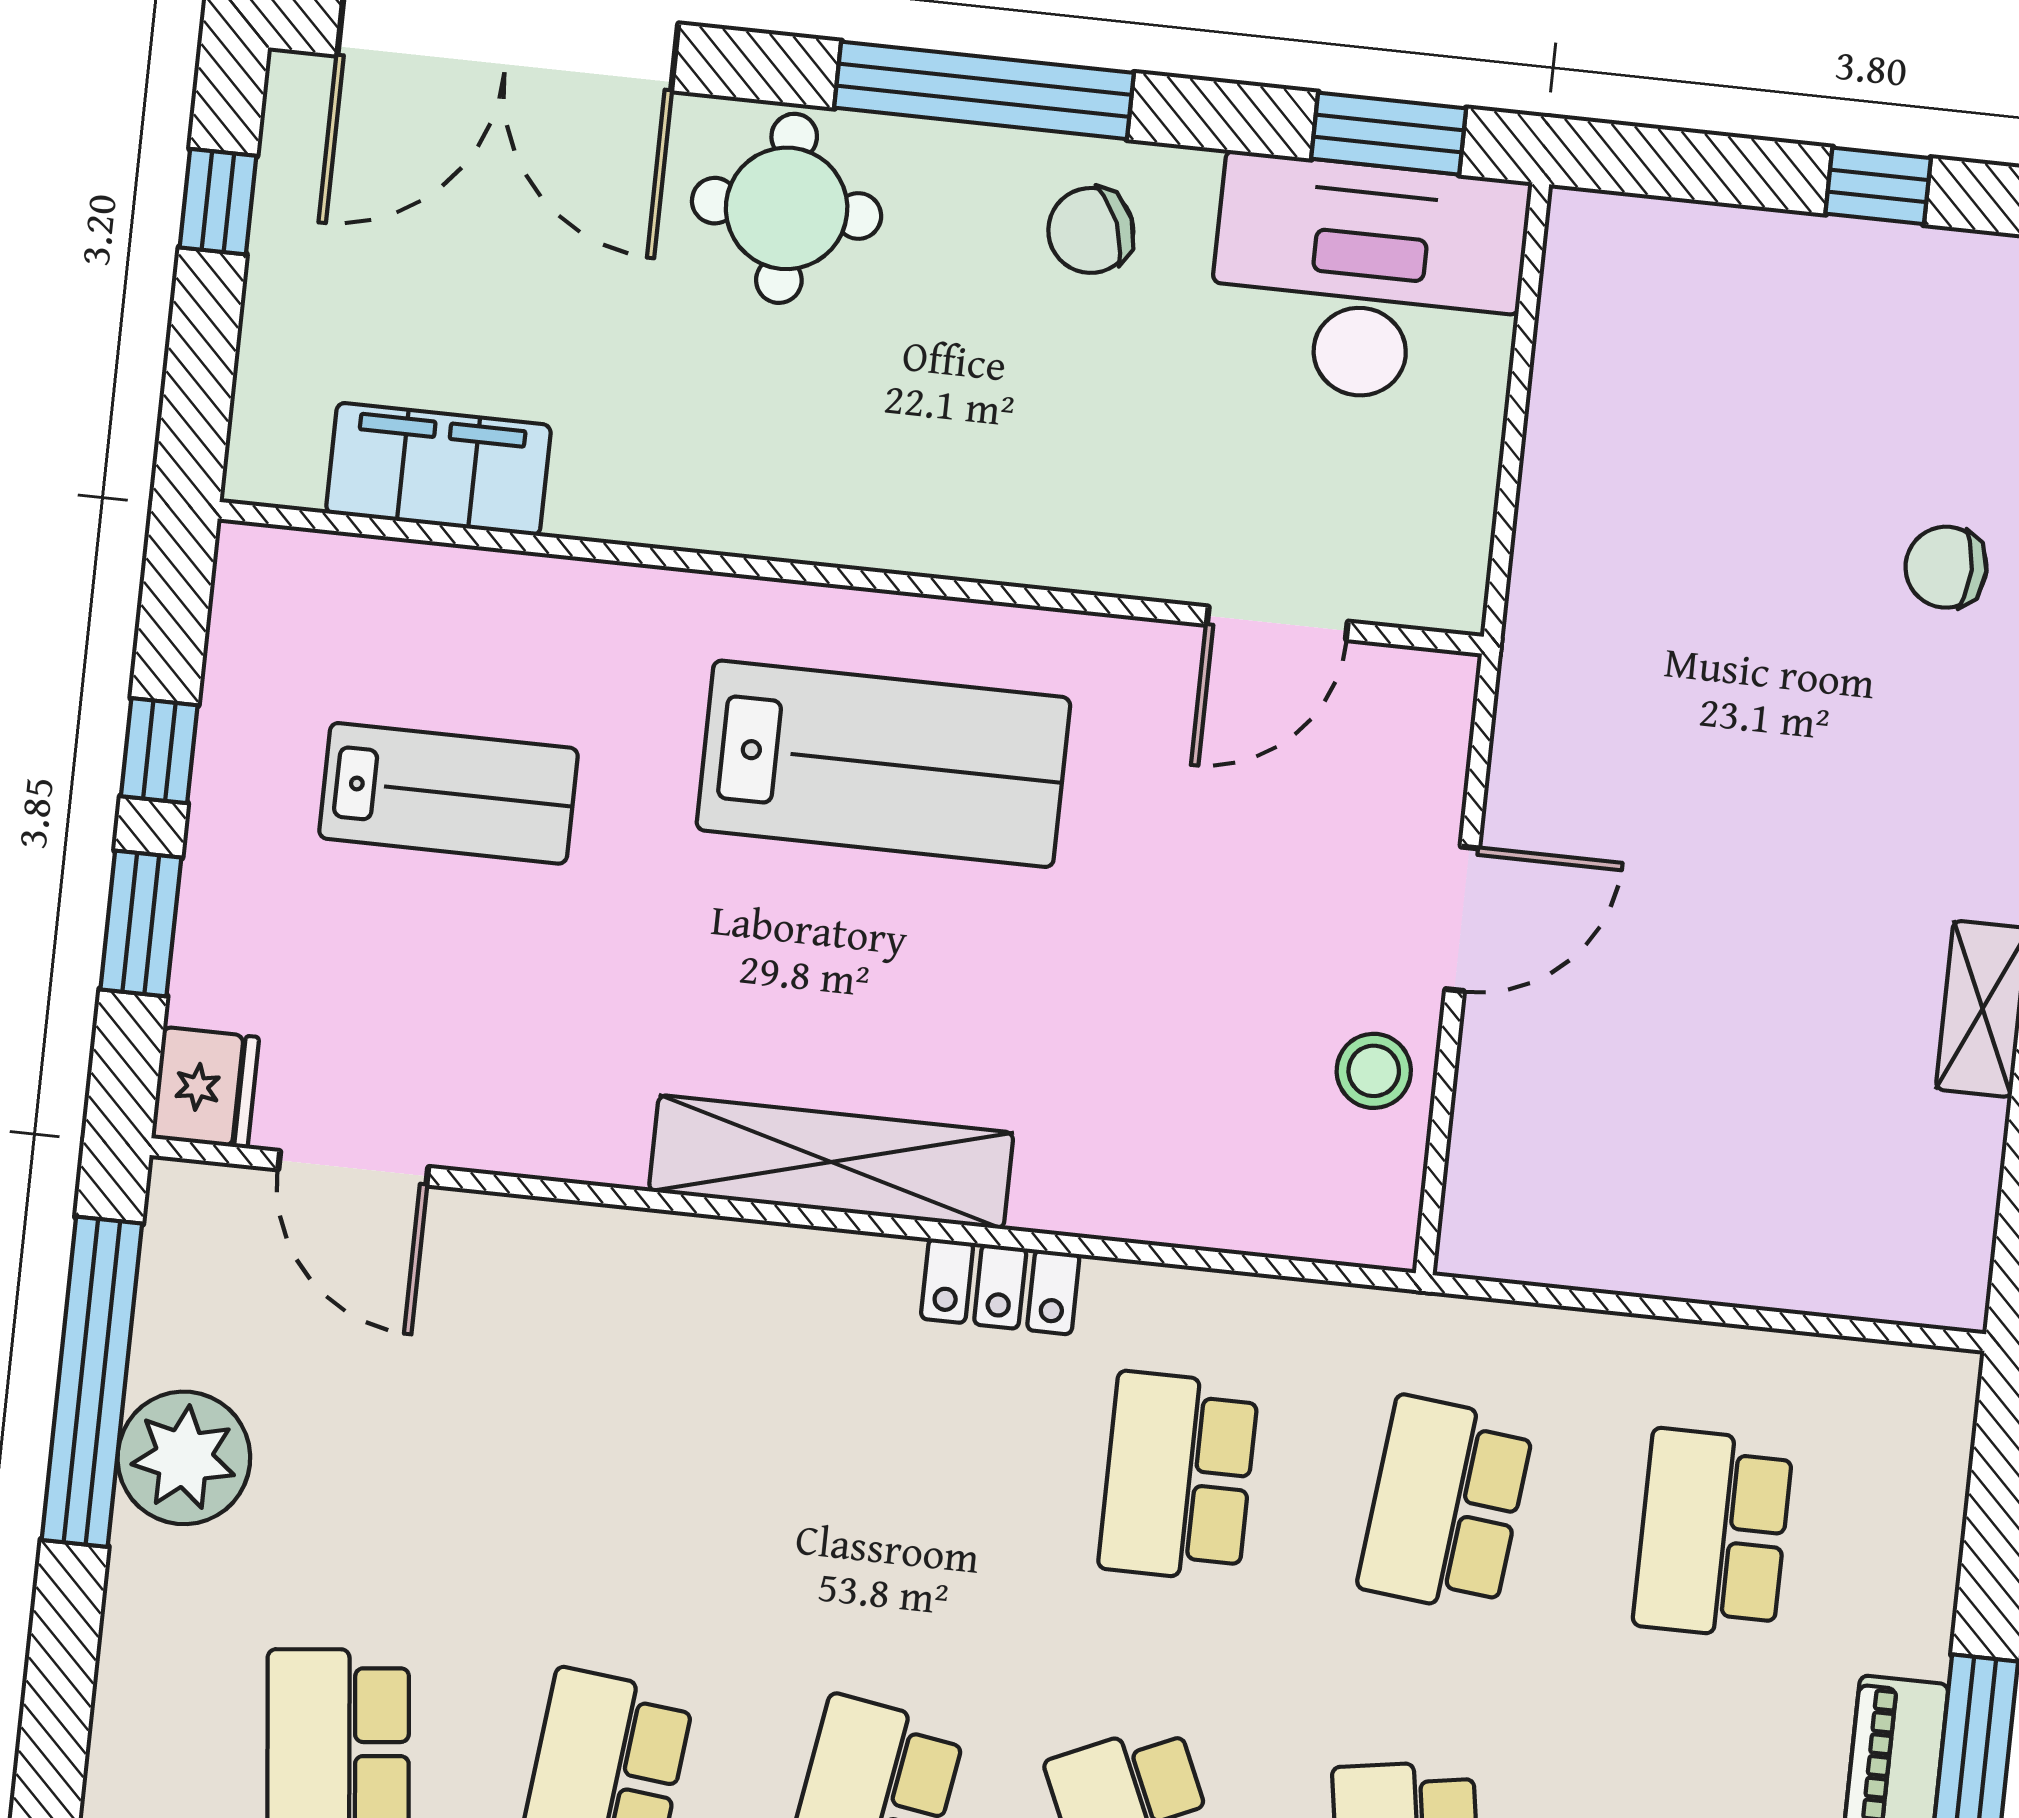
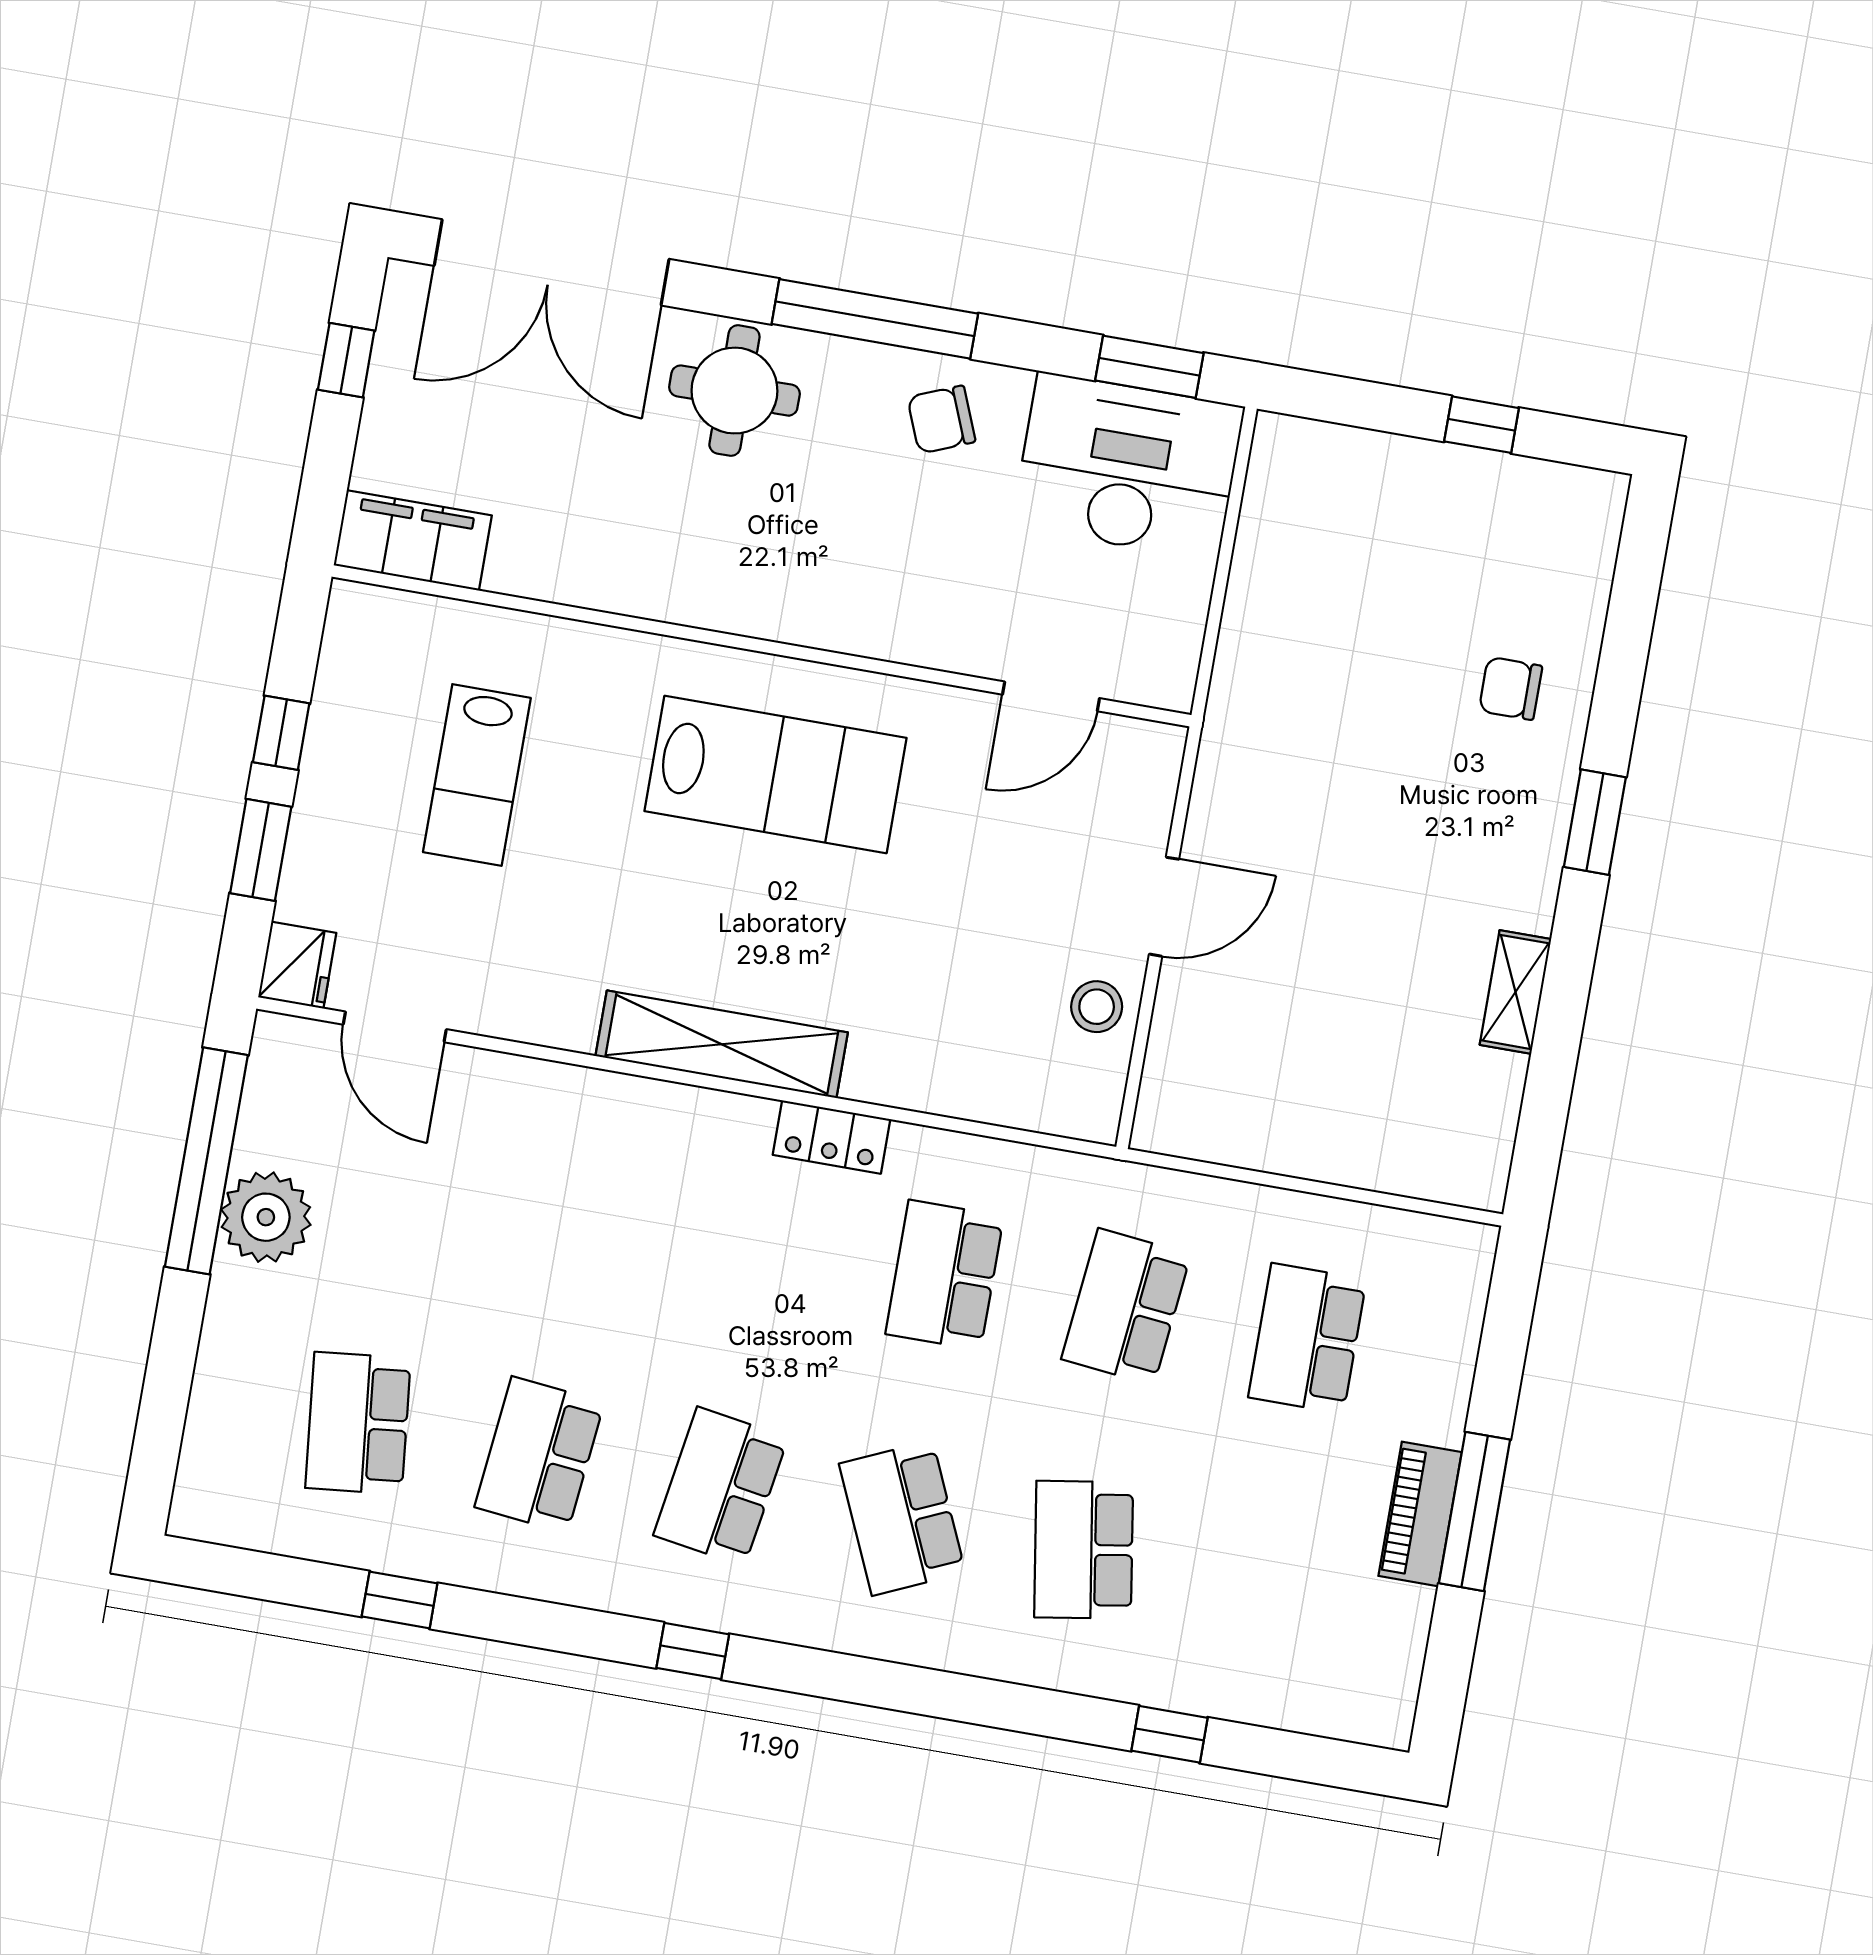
filing cabinet: (438, 469) -> (413, 540), moved
lab bench: (449, 793) -> (477, 775), turned 90

